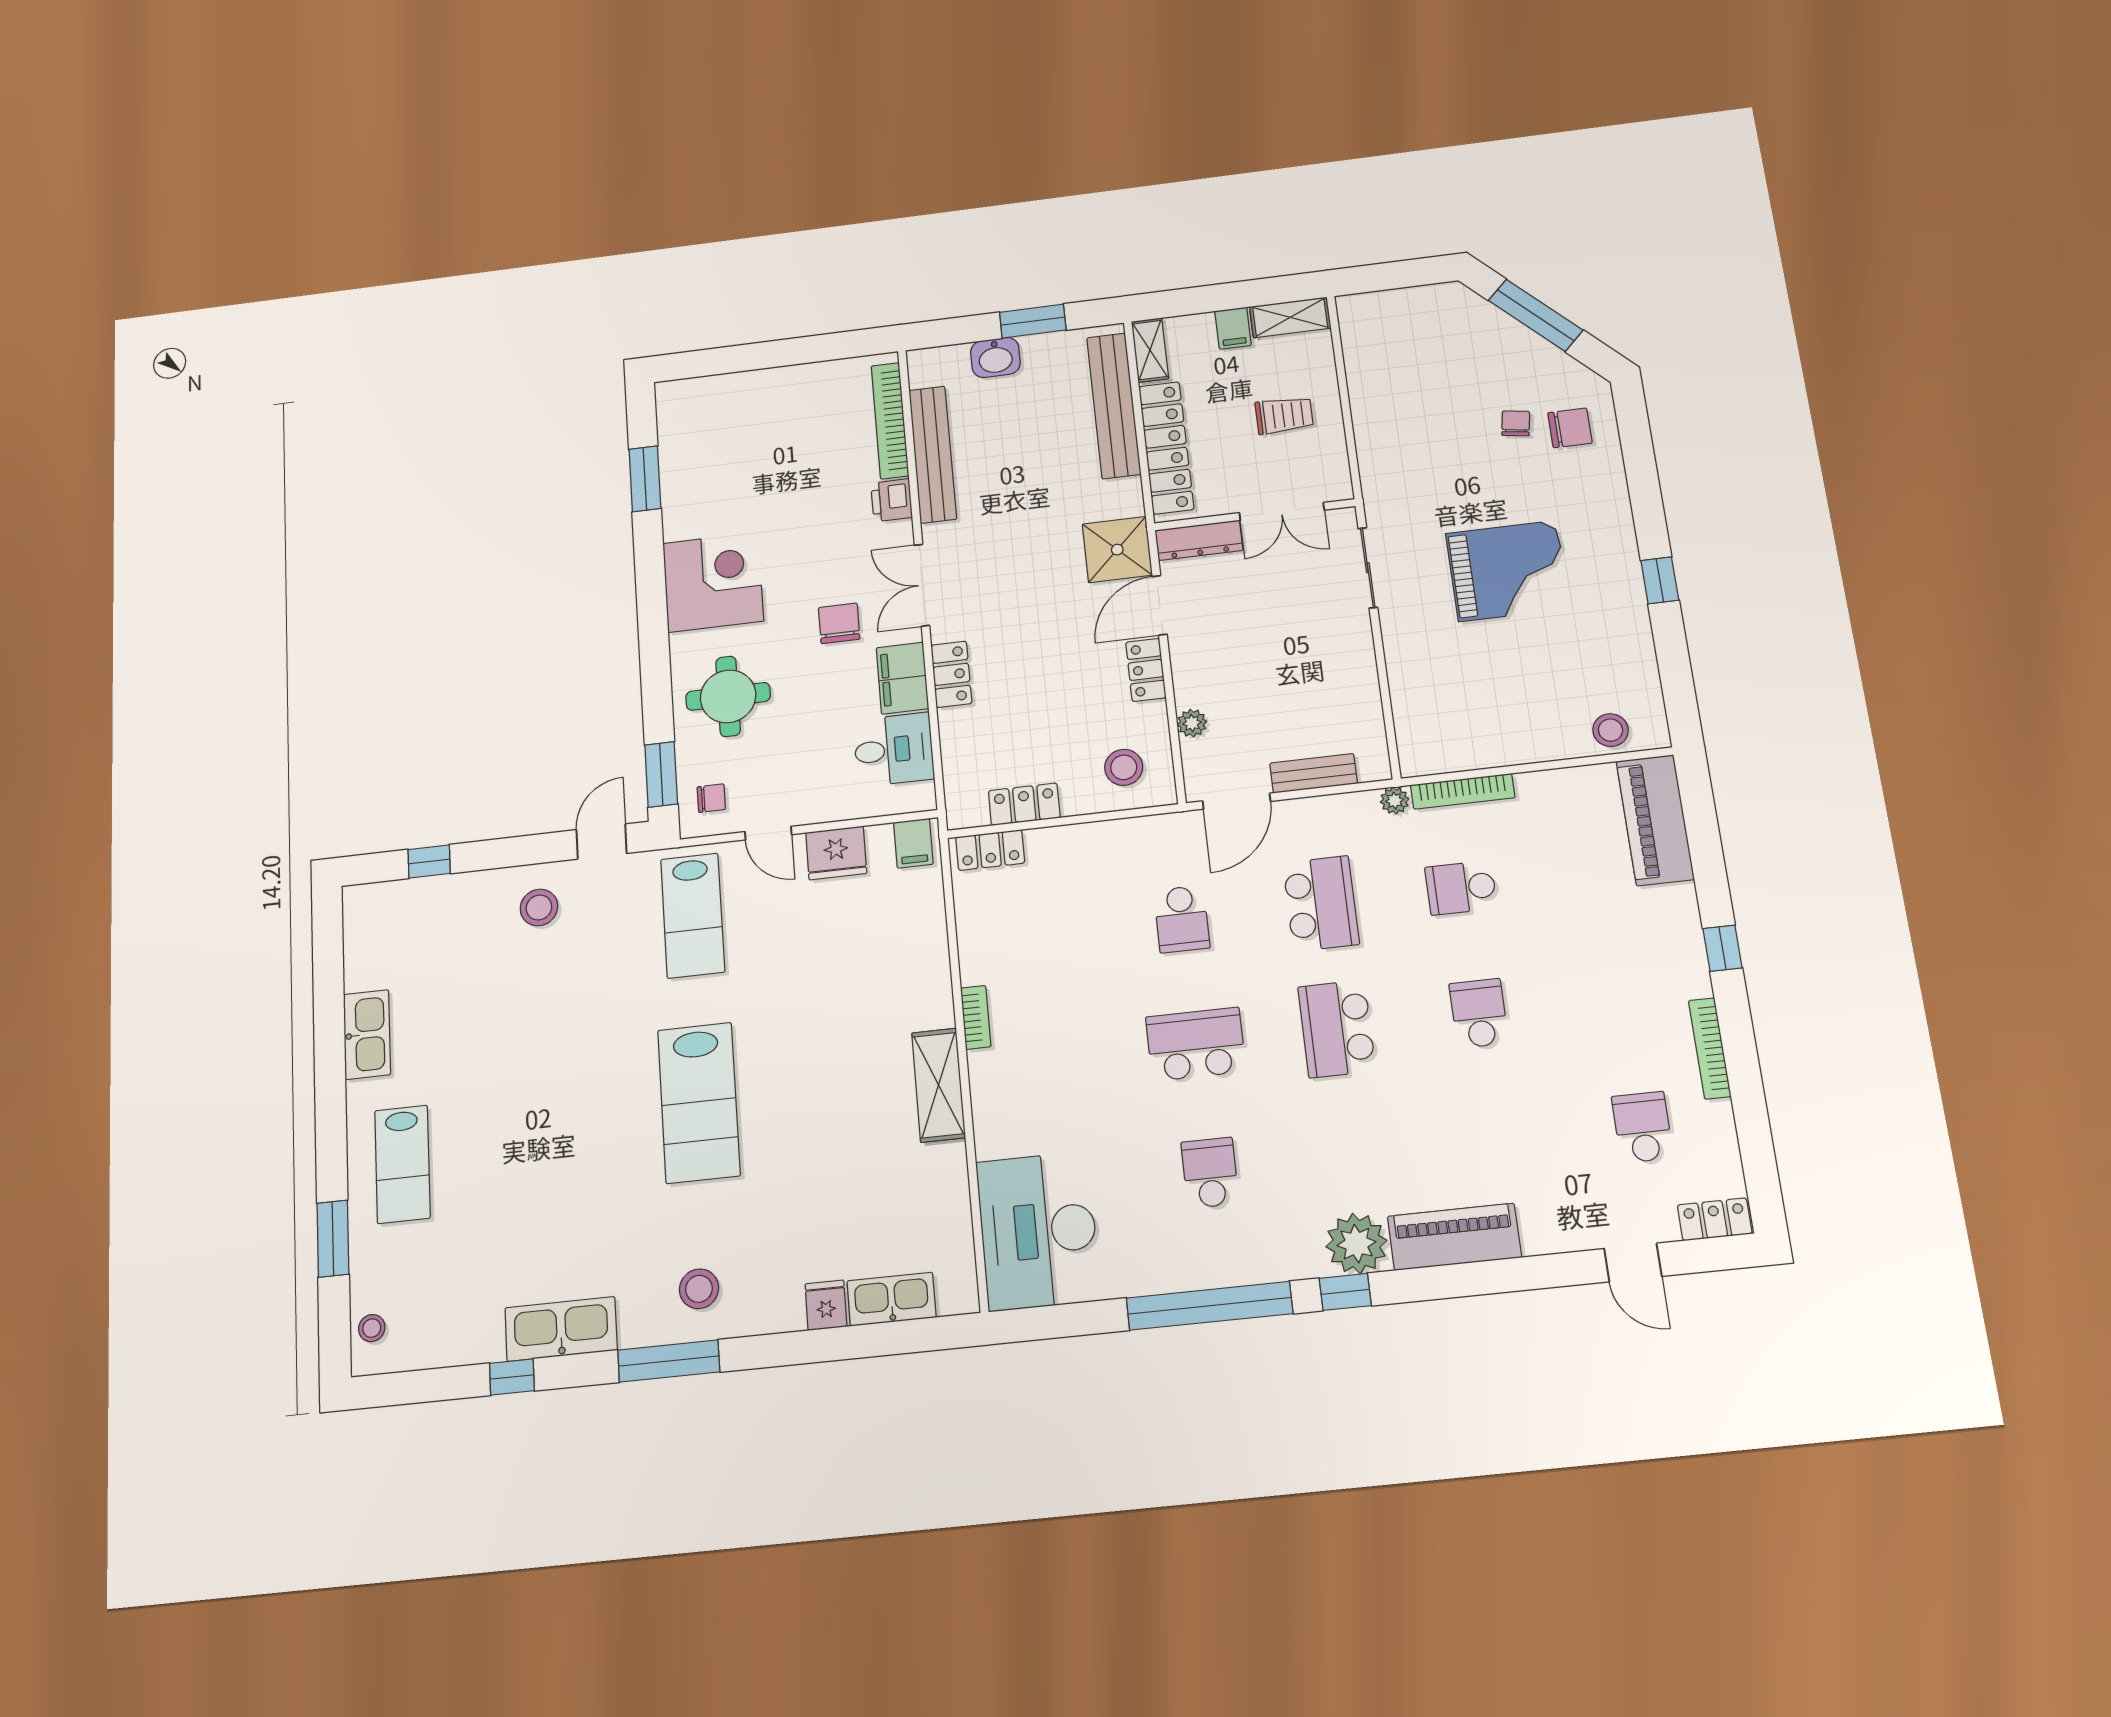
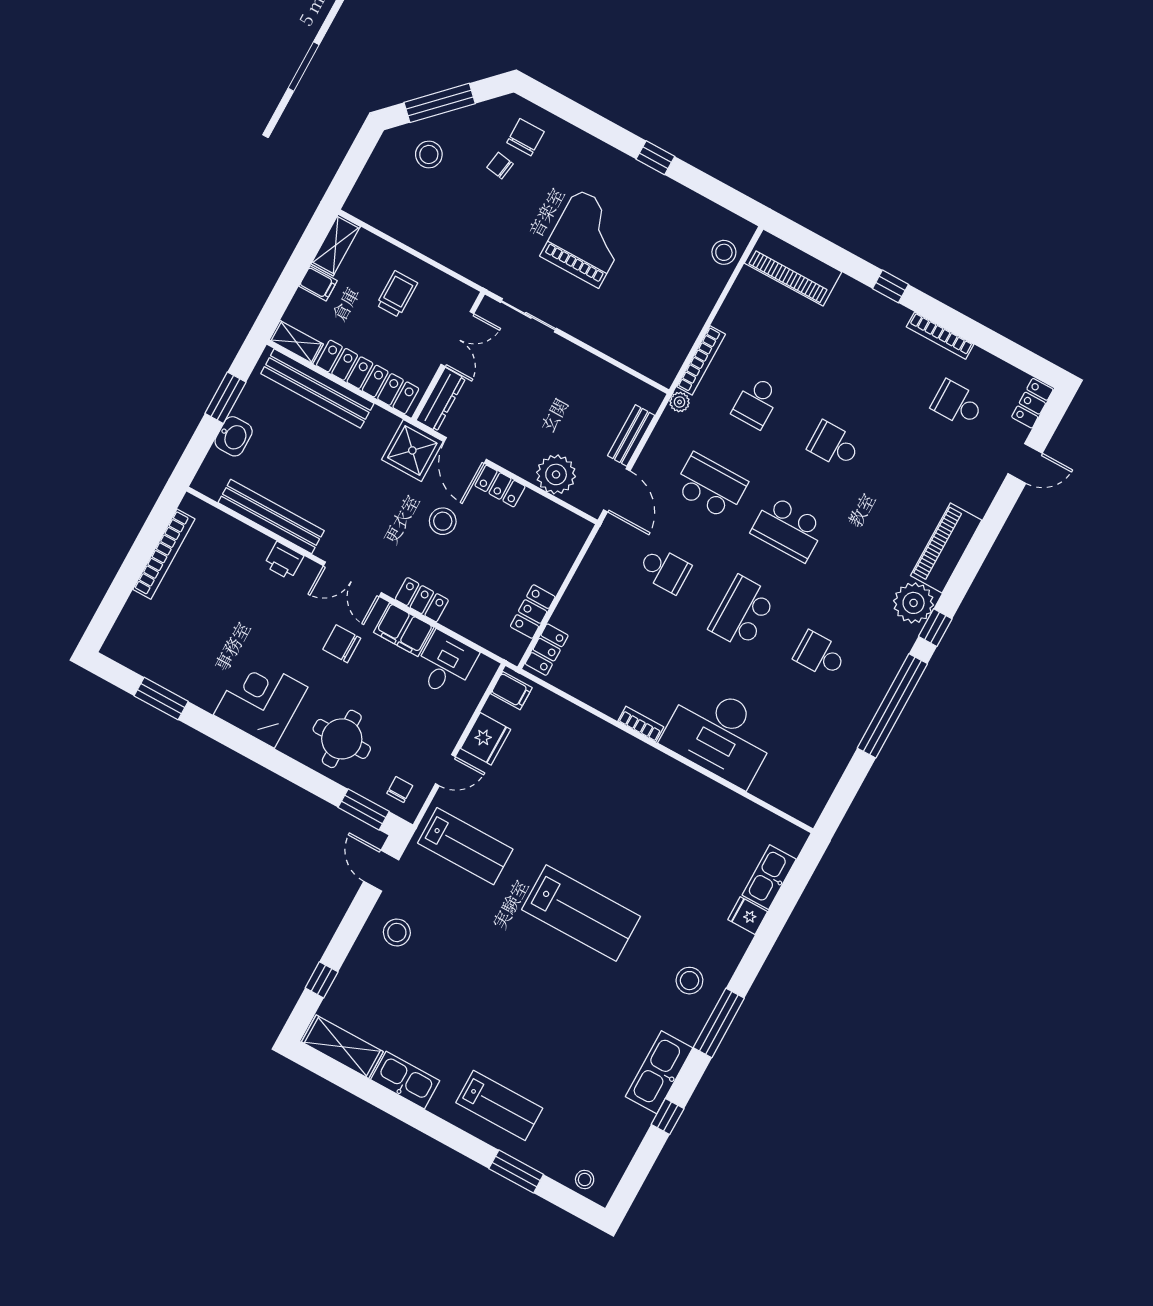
stool: (1468, 343) -> (429, 154), added
bookcase: (890, 421) -> (164, 554), moved, turned -90
plant: (1192, 723) -> (556, 474), width x1.87, depth x1.87
stool: (1124, 767) -> (443, 521), moved
shelving: (939, 1085) -> (342, 1047), moved
desk: (1038, 1231) -> (720, 734), moved

